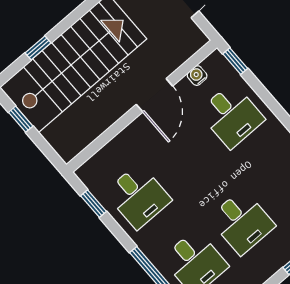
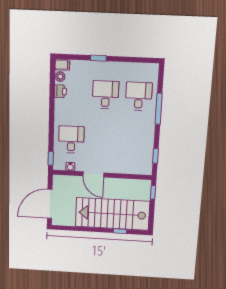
door: (154, 95) -> (93, 174), swing flipped
window: (21, 119) -> (153, 192), moved
desk: (138, 196) -> (136, 143), removed

